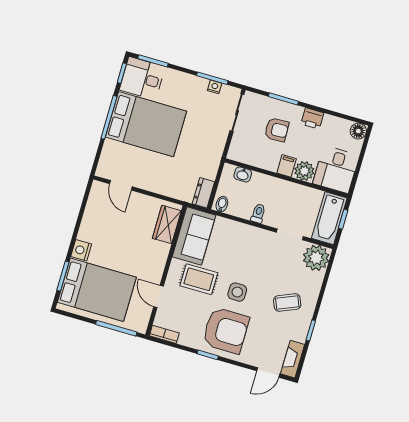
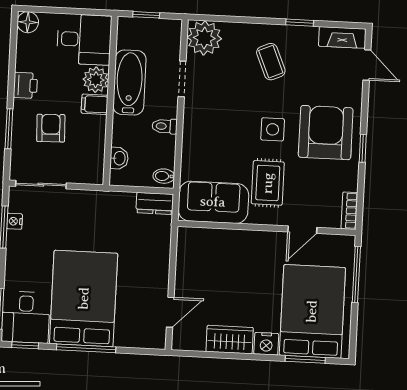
bathtub: (329, 218) -> (129, 82), moved, turned -90
wardrobe: (167, 225) -> (230, 340), moved, turned 180

